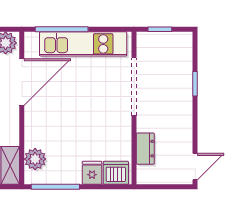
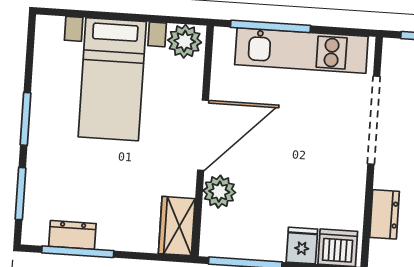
door: (22, 82) -> (203, 135), moved
plant: (35, 159) -> (219, 192), moved

